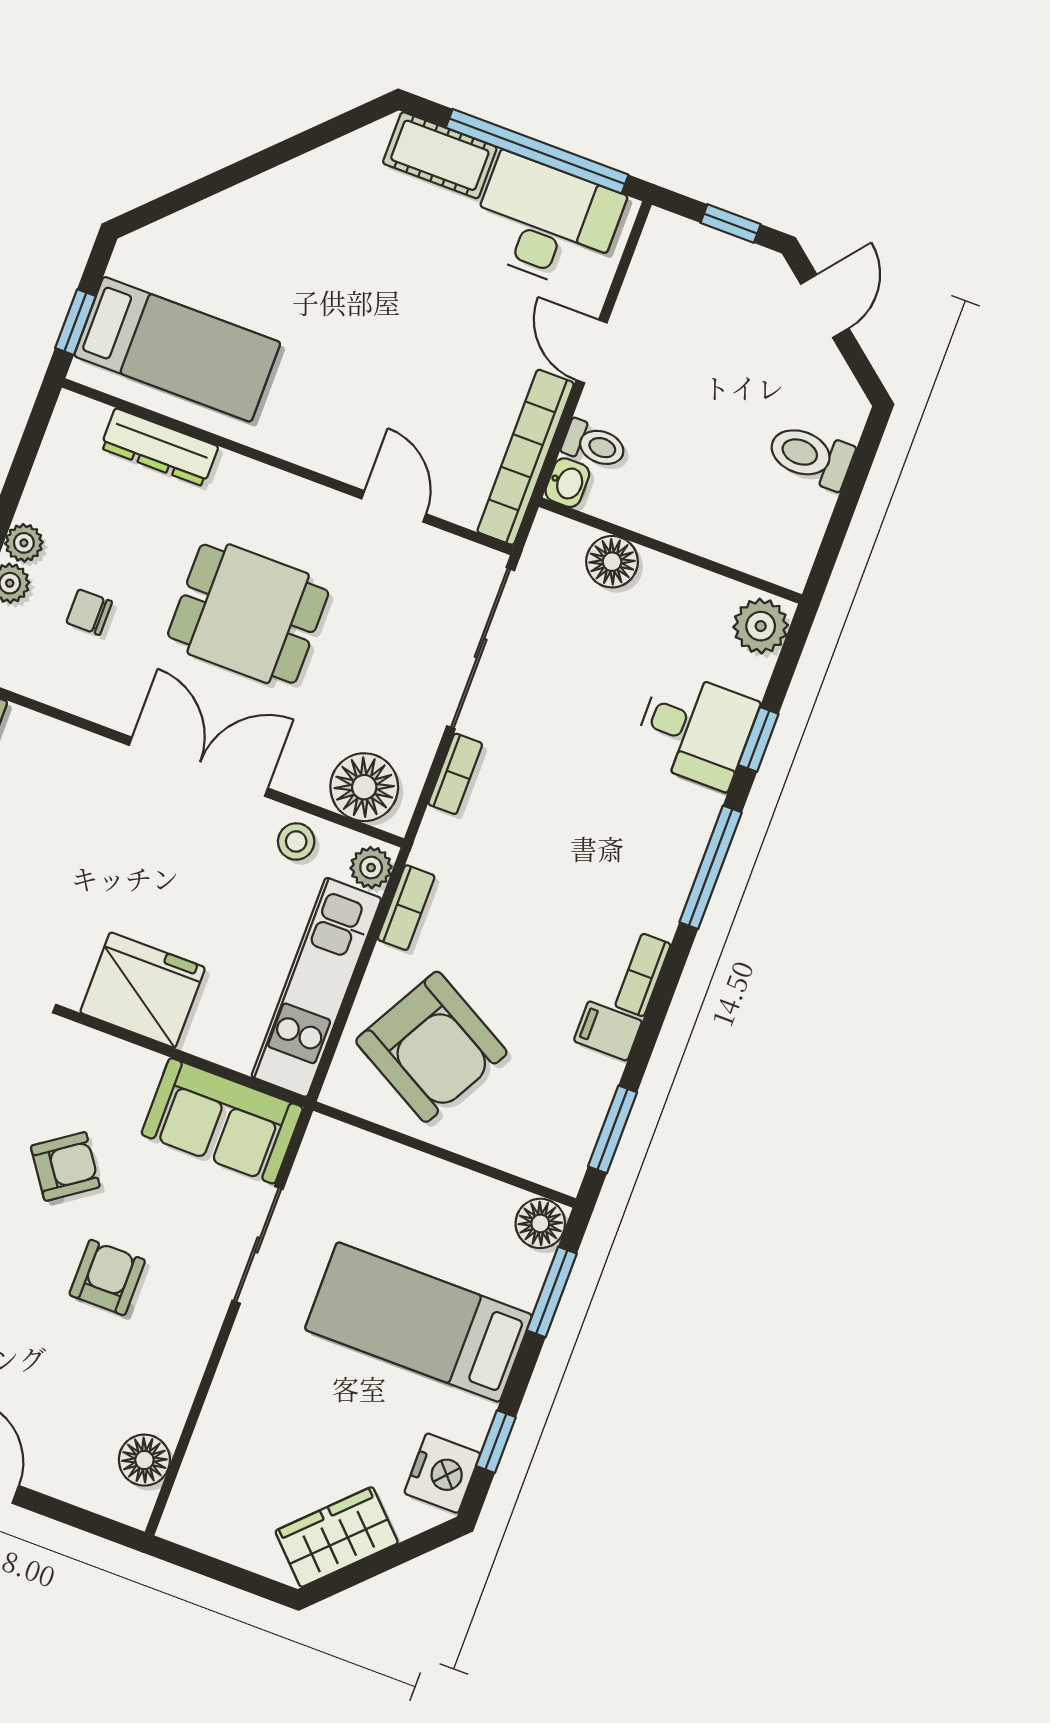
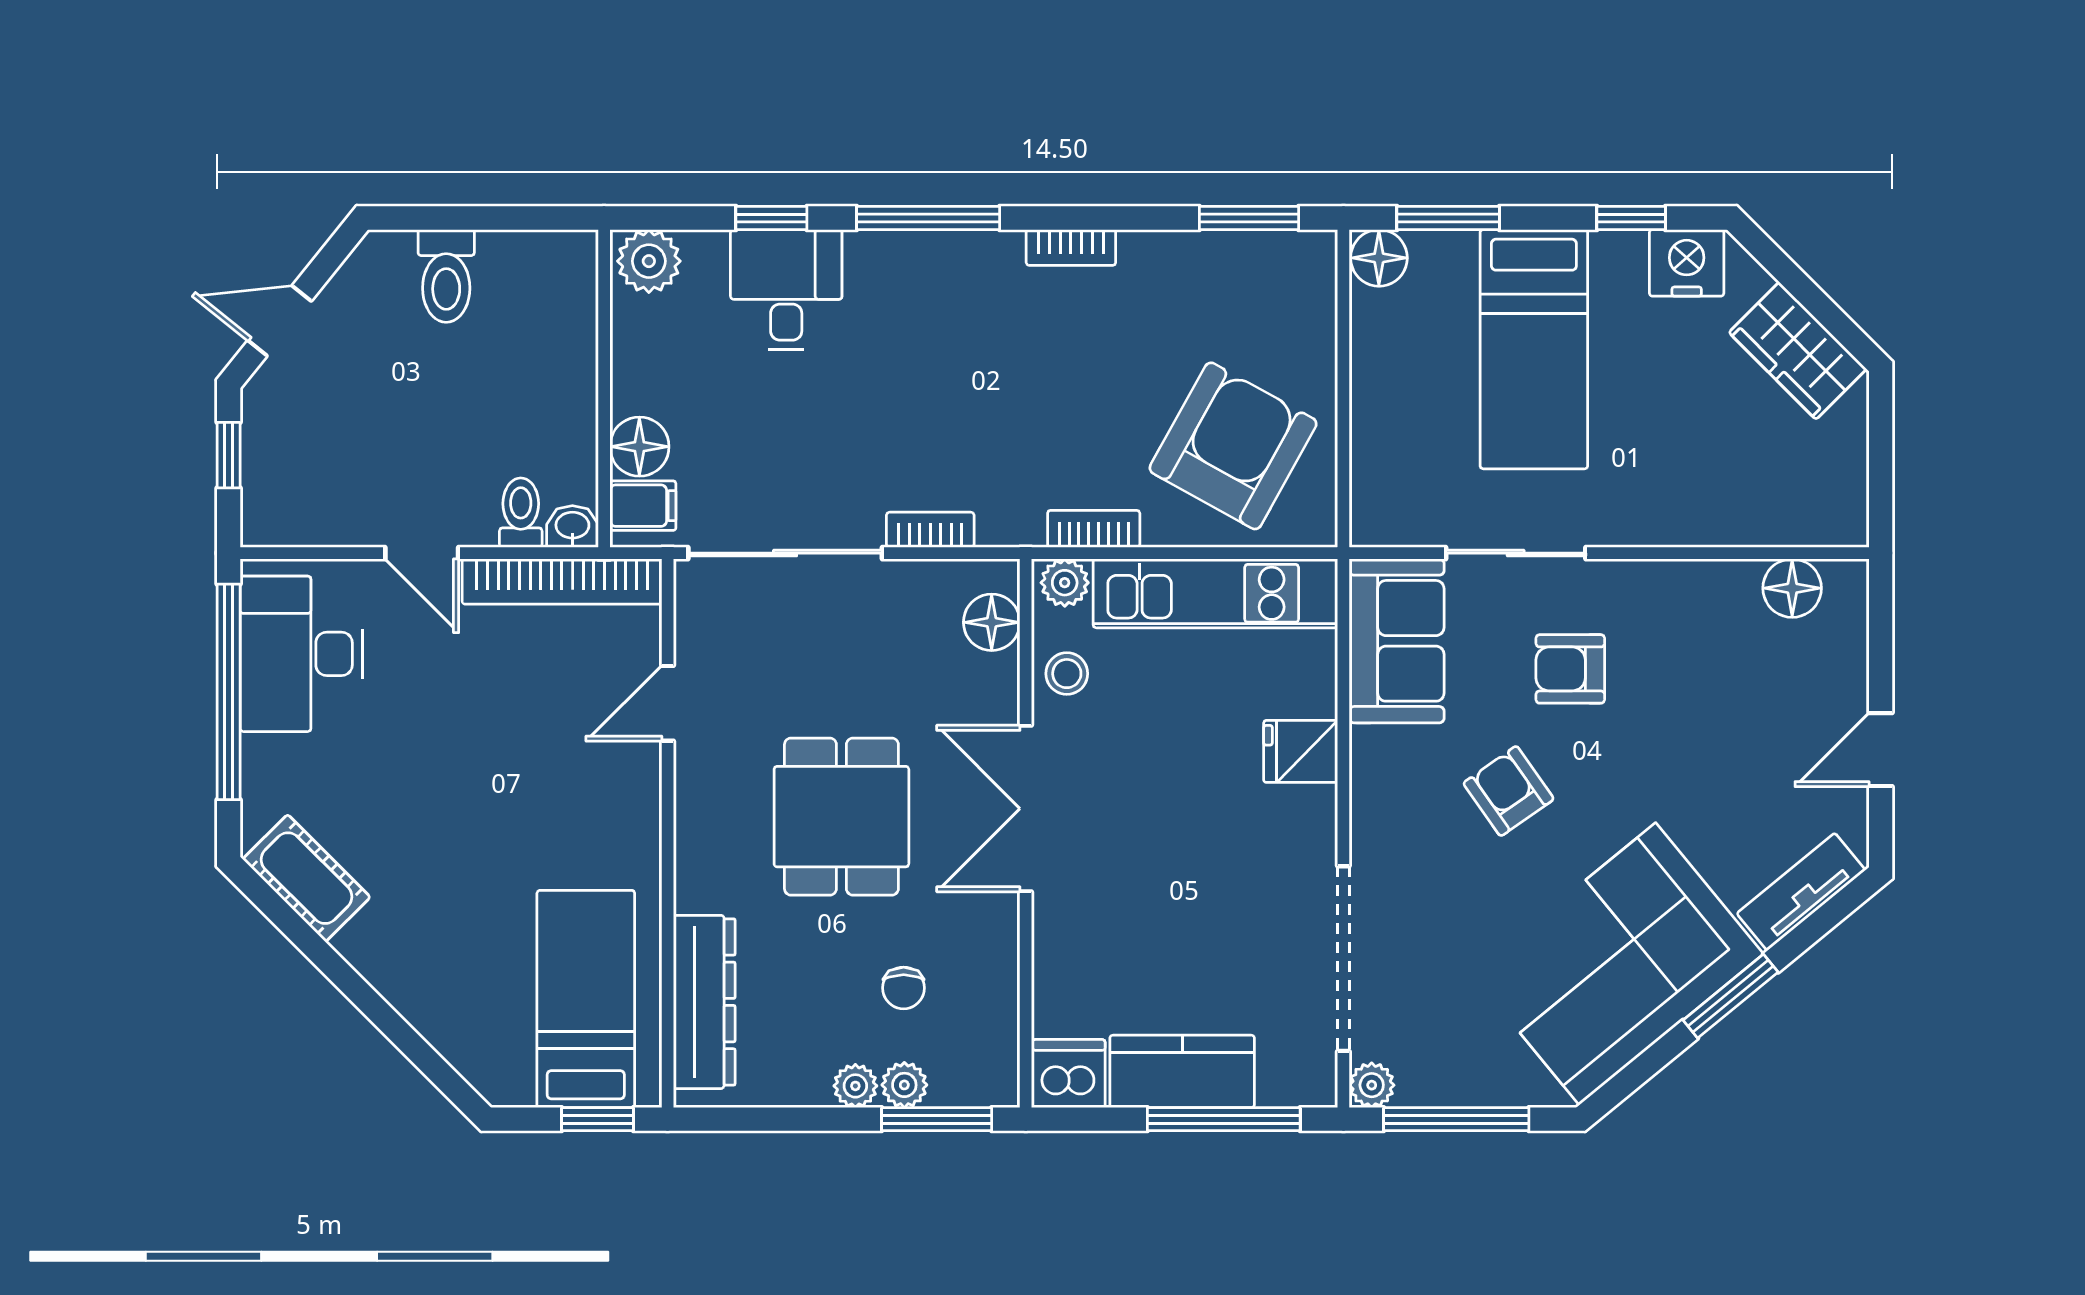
cot: (440, 155) -> (307, 878), moved, turned -45
door: (592, 351) -> (422, 553), hinge flipped
dresser: (159, 447) -> (704, 1002), width x1.37, depth x1.24
floor lamp: (364, 787) -> (992, 622), width x0.73, depth x0.73
fridge: (143, 990) -> (1301, 751), width x0.53, depth x0.75
filing cabinet: (608, 1031) -> (643, 506), moved, turned -90
armchair: (107, 1277) -> (1570, 669), moved

